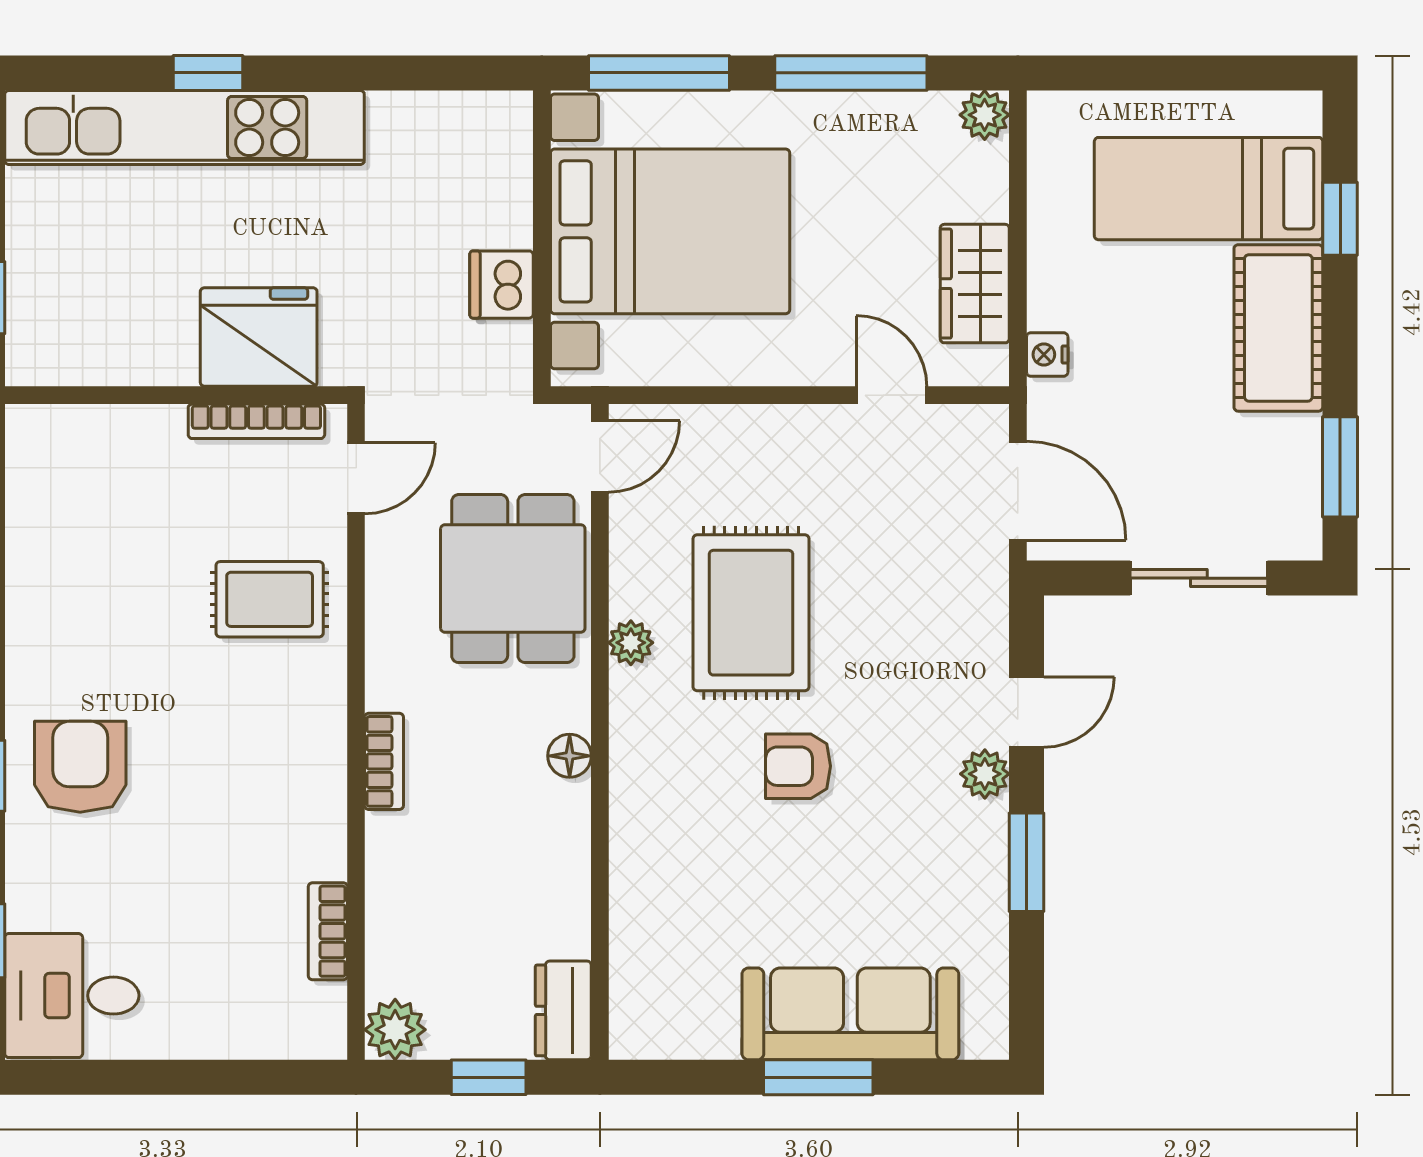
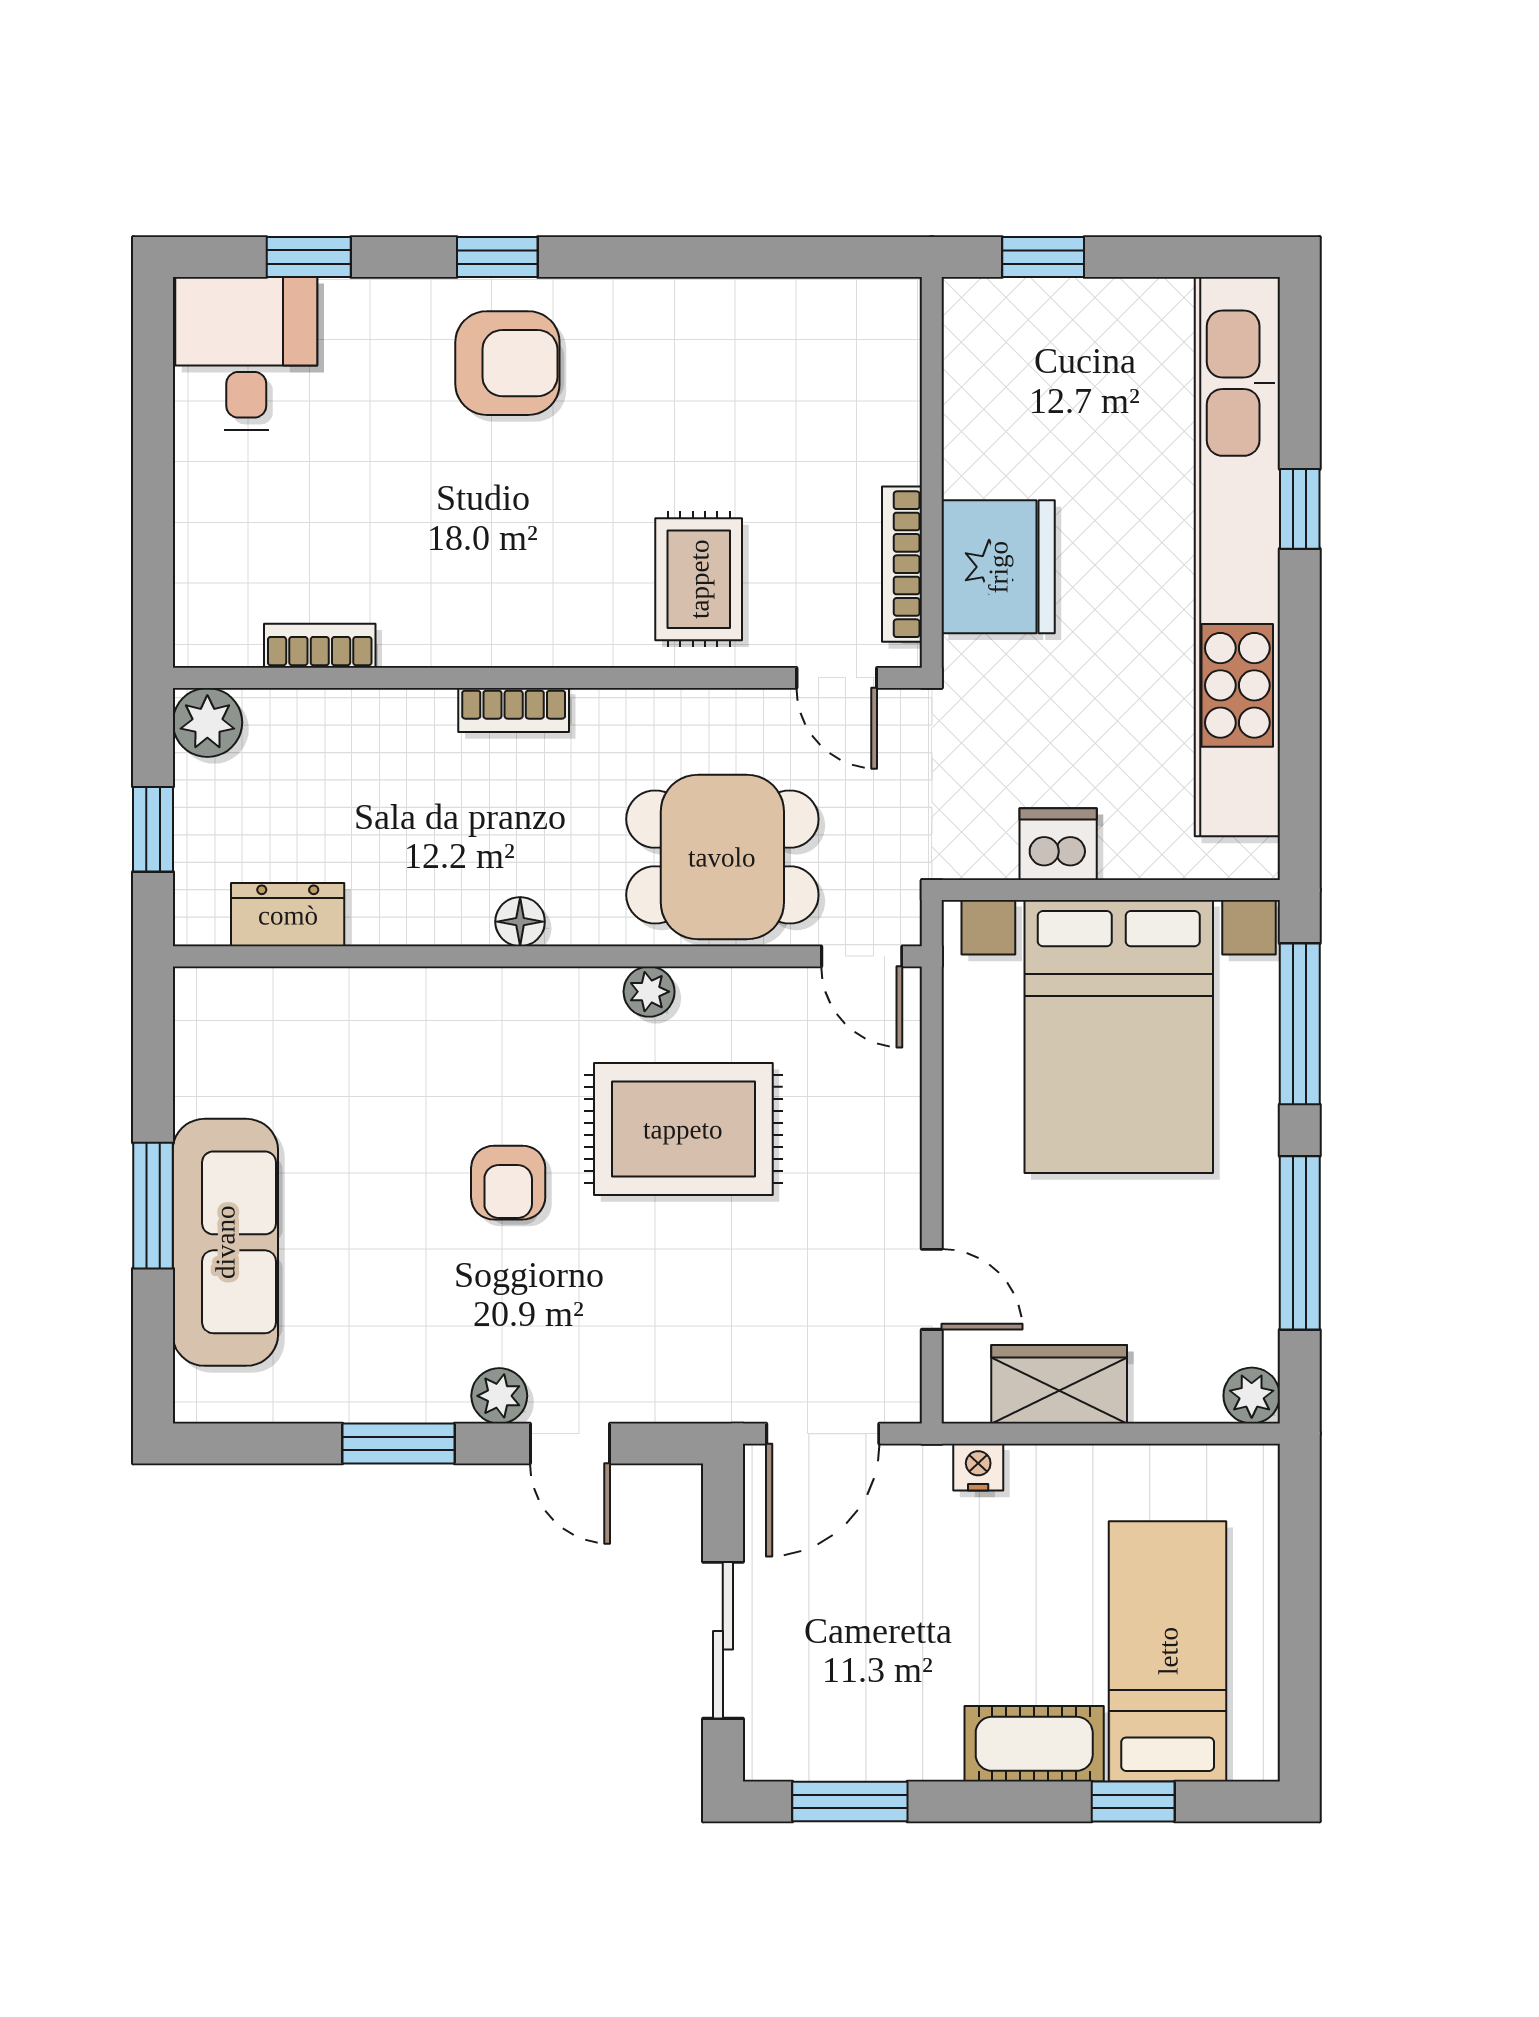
kitchen unit: (184, 127) -> (1237, 557), width x1.36
cot: (1278, 328) -> (1034, 1744), width x0.73, depth x0.75
door: (892, 395) -> (932, 1289), hinge flipped
armchair: (798, 766) -> (508, 1183), turned 180
dresser: (563, 1010) -> (288, 915), moved

